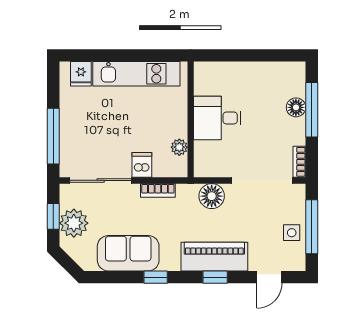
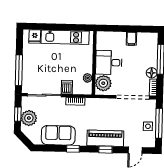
filing cabinet: (258, 74) -> (131, 39), added
floor lamp: (296, 107) -> (152, 73), moved
plant: (208, 156) -> (103, 83), added
floor lamp: (212, 196) -> (105, 105), removed

